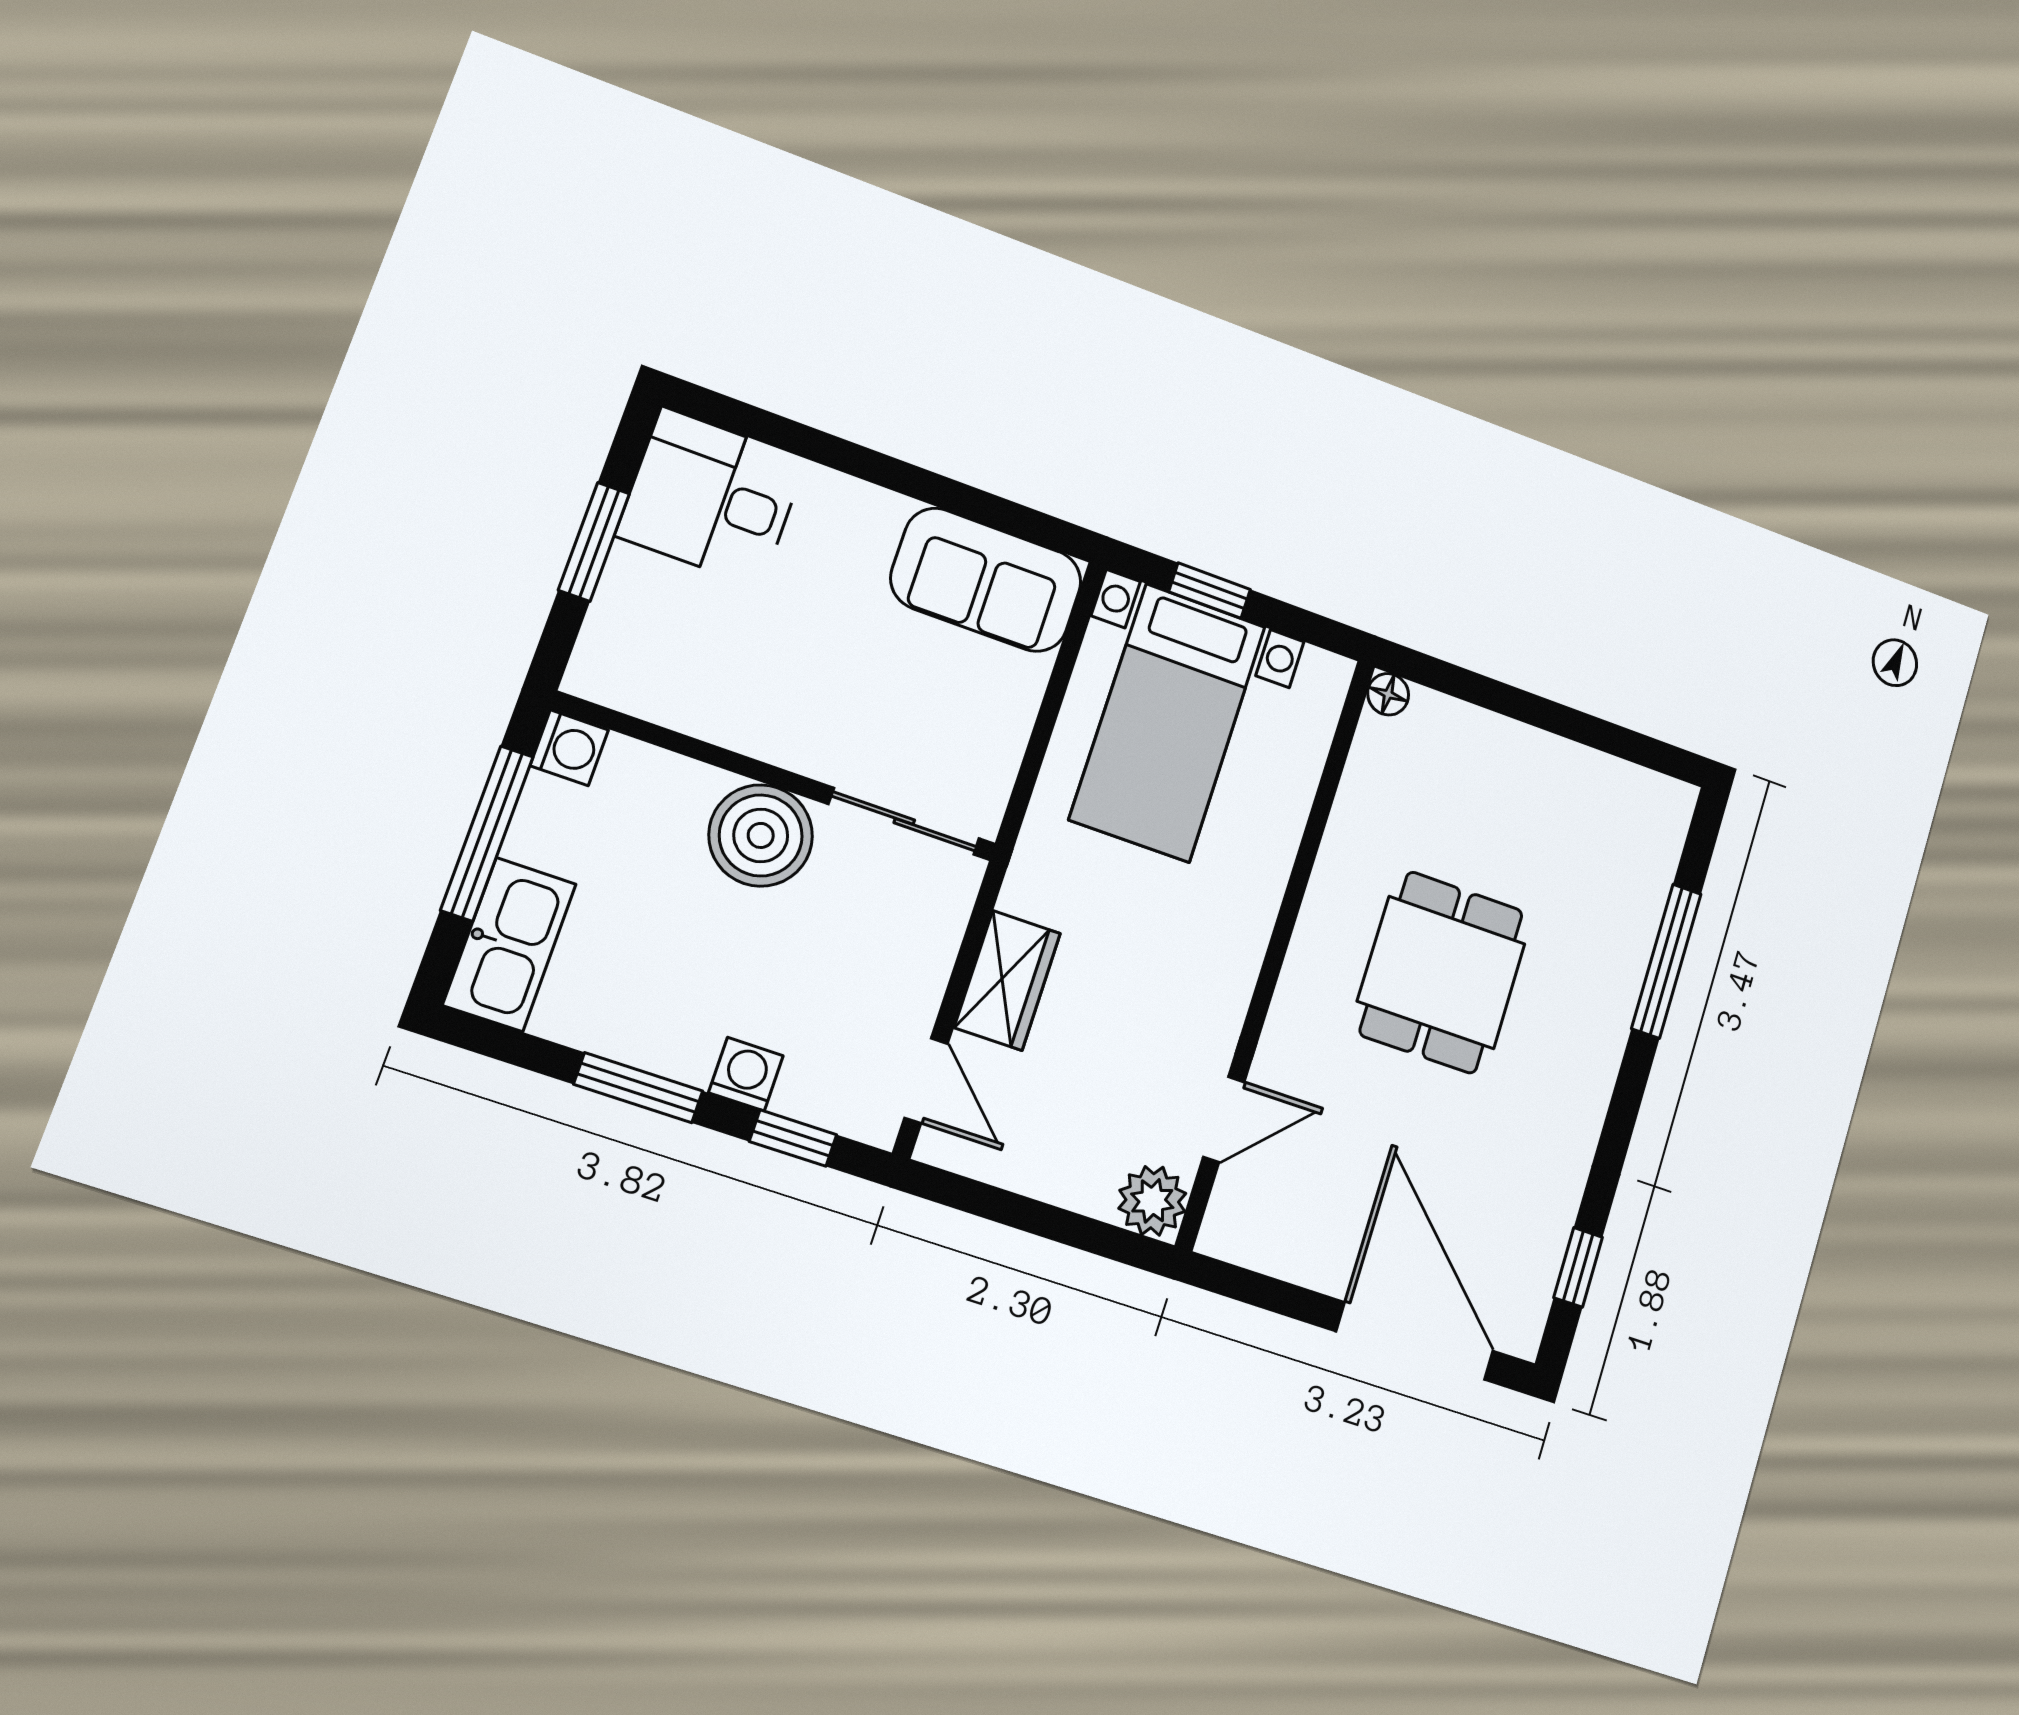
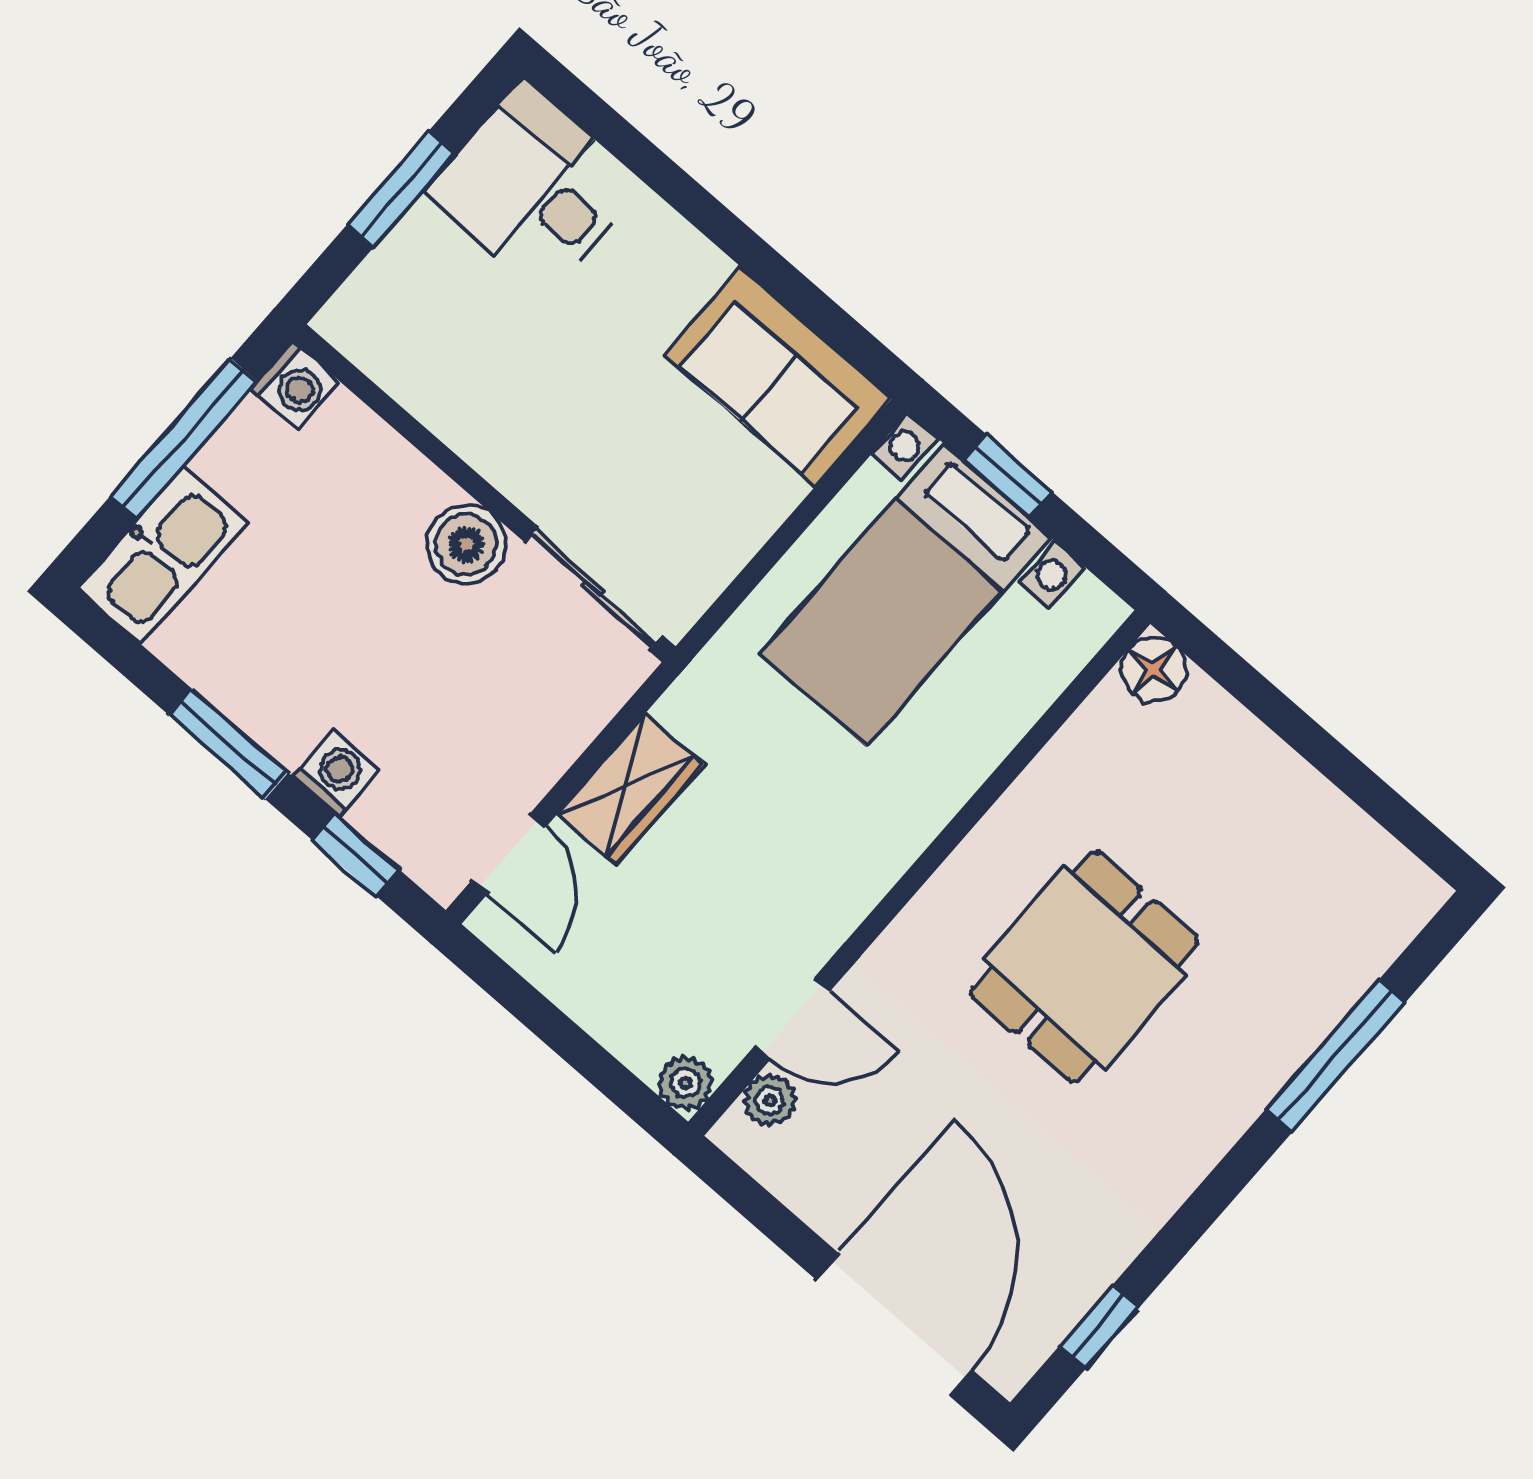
floor lamp: (1388, 694) -> (1154, 670), width x1.37, depth x1.37
boiler: (761, 835) -> (466, 544), width x0.73, depth x0.73
plant: (1234, 1197) -> (770, 1100), added
plant: (1152, 1201) -> (686, 1083), width x0.73, depth x0.73

